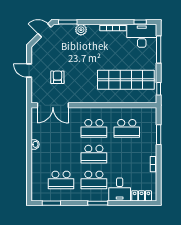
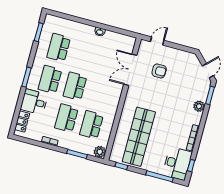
door: (29, 71) -> (157, 41), moved
double door: (53, 105) -> (130, 70), moved
plant: (151, 113) -> (100, 152), added
school desk: (94, 128) -> (66, 118), moved

